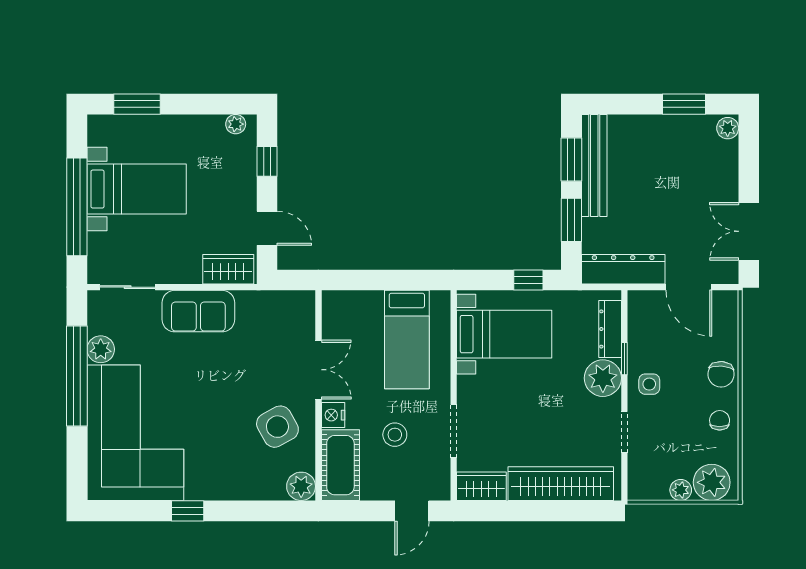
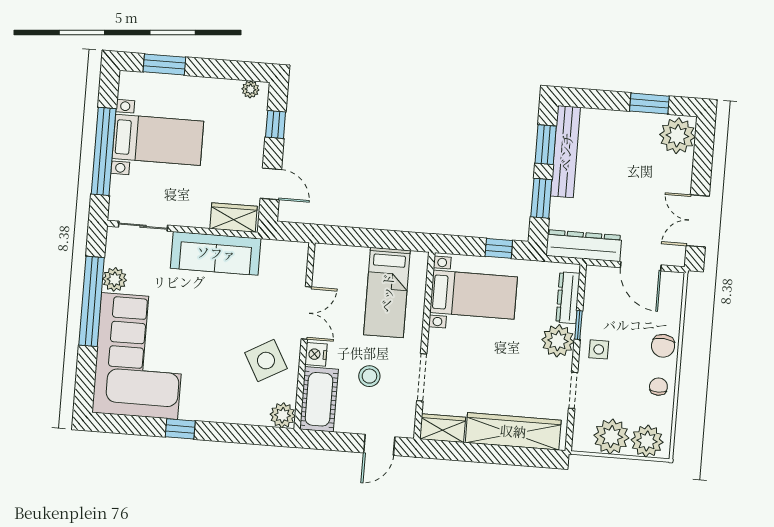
plant: (728, 128) -> (677, 136), width x1.87, depth x1.87
sofa: (198, 311) -> (216, 253), width x1.36
plant: (681, 490) -> (611, 437), width x1.87, depth x1.87

